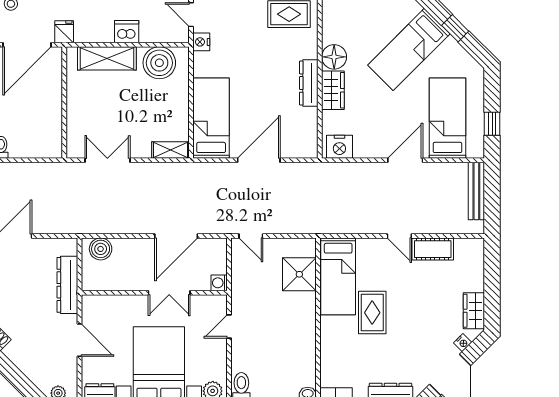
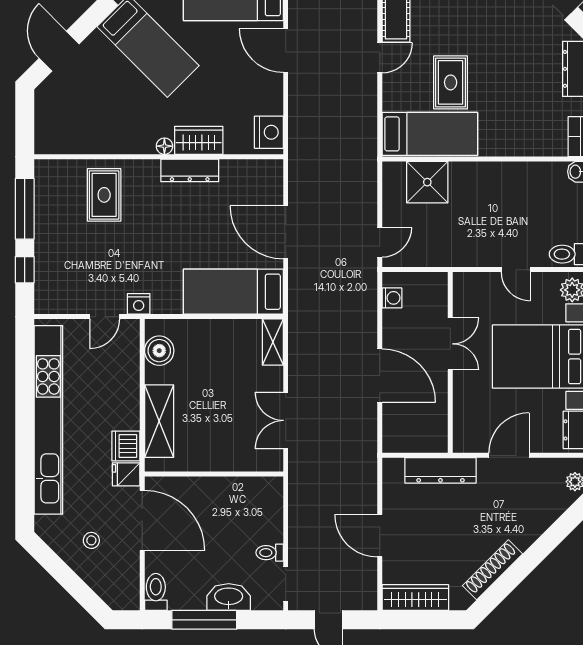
dishwasher: (127, 32) -> (126, 446), moved
floor lamp: (334, 57) -> (164, 146), width x0.53, depth x0.53
boiler: (159, 63) -> (159, 351), width x0.73, depth x0.73
door: (176, 236) -> (380, 376), moved
boiler: (101, 249) -> (396, 429), removed
washing machine: (219, 283) -> (392, 298), moved, turned -90
rug: (372, 313) -> (451, 82), moved, turned 90
door: (229, 326) -> (516, 270), moved

